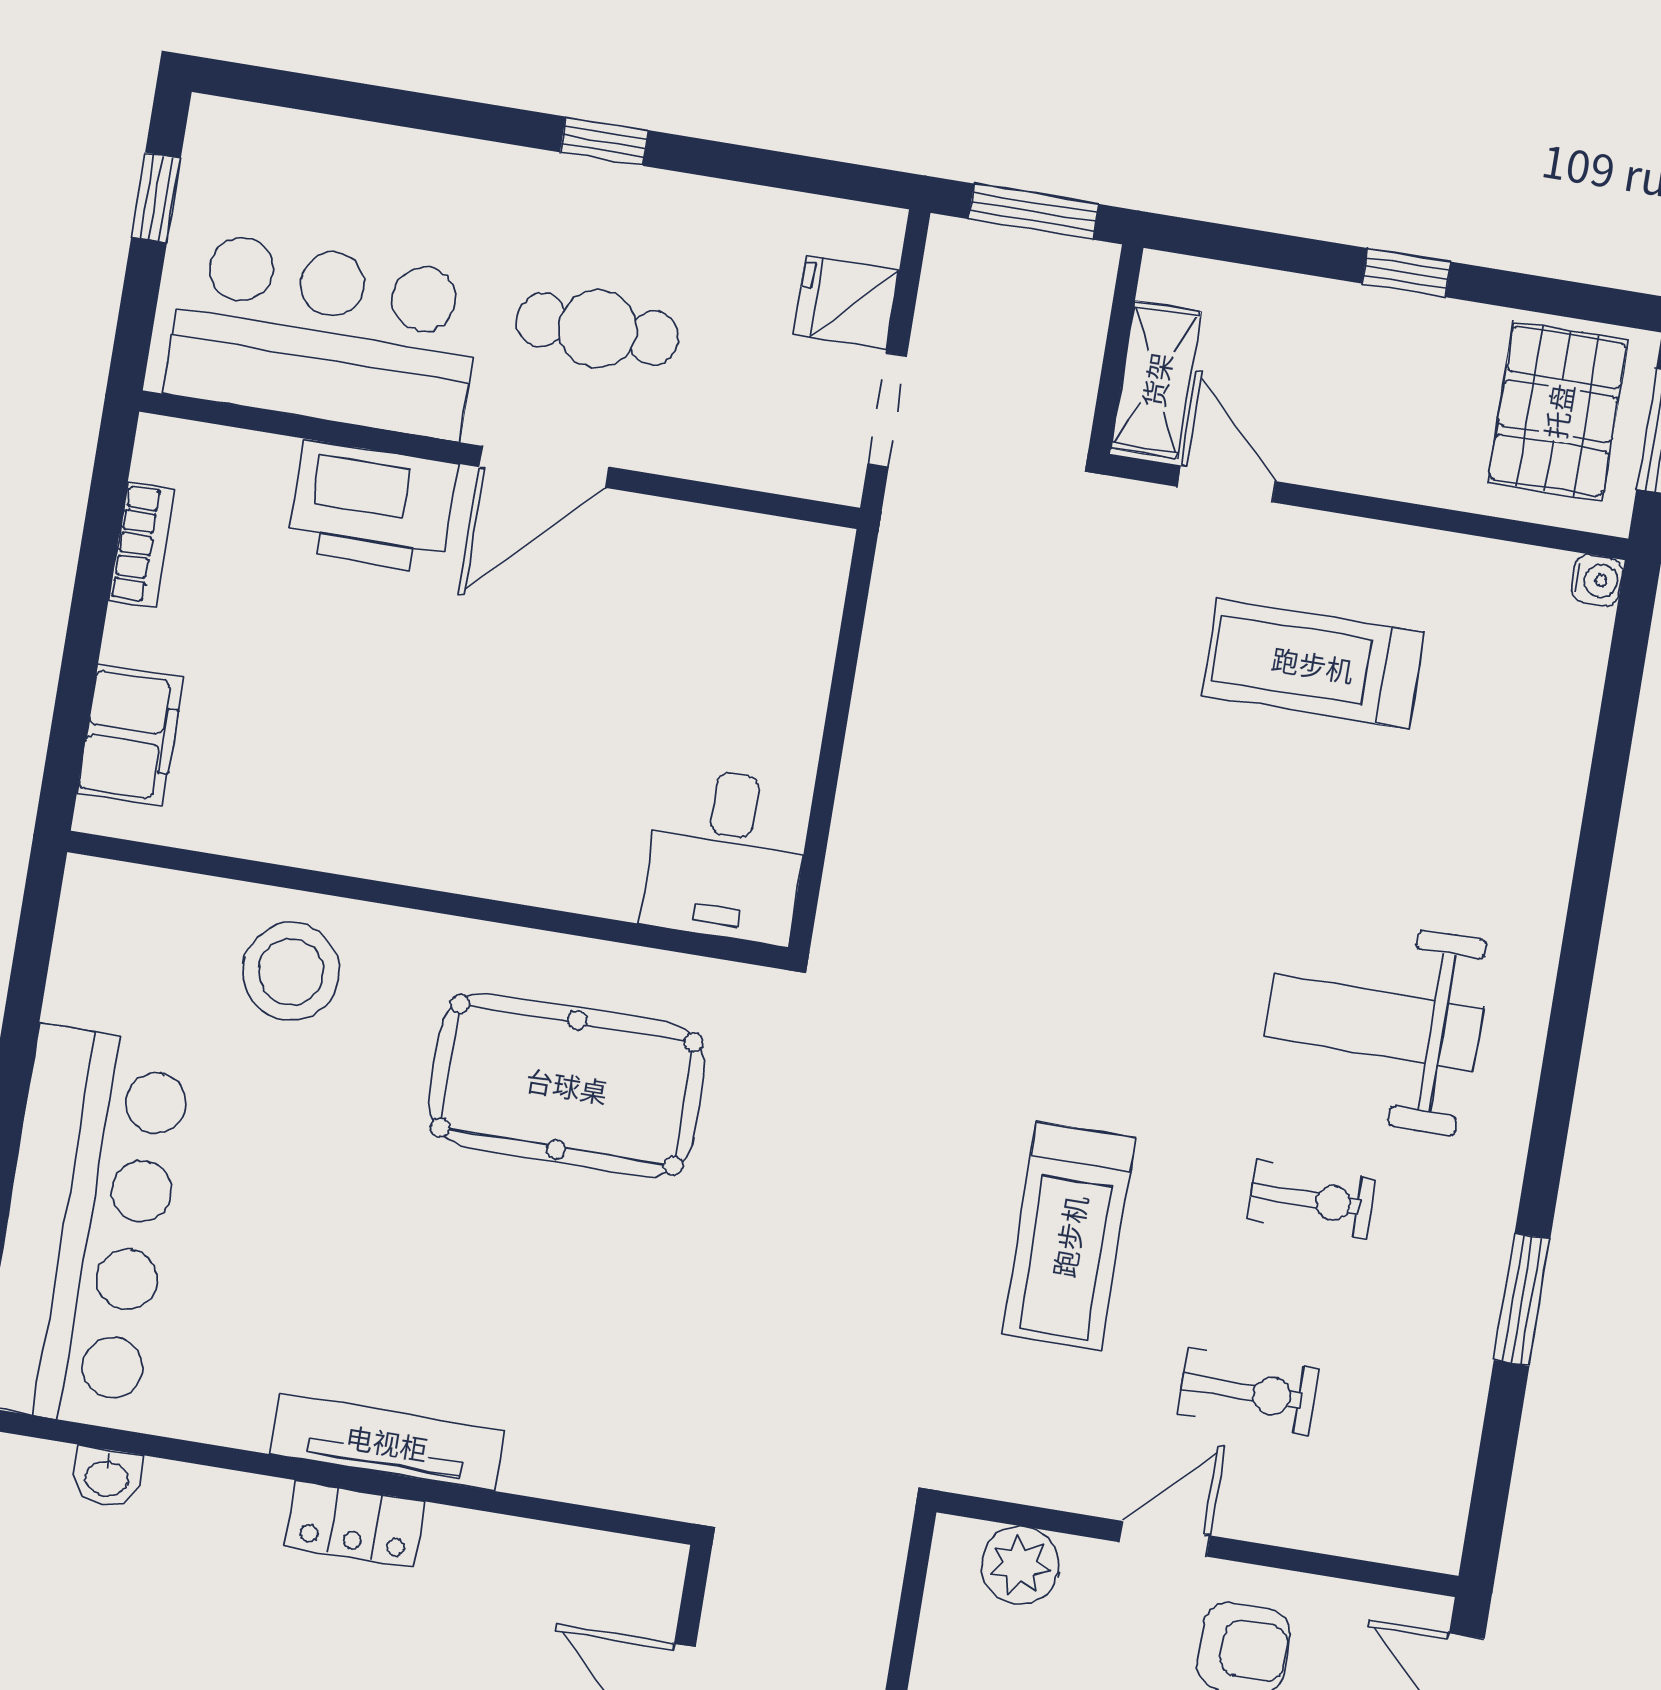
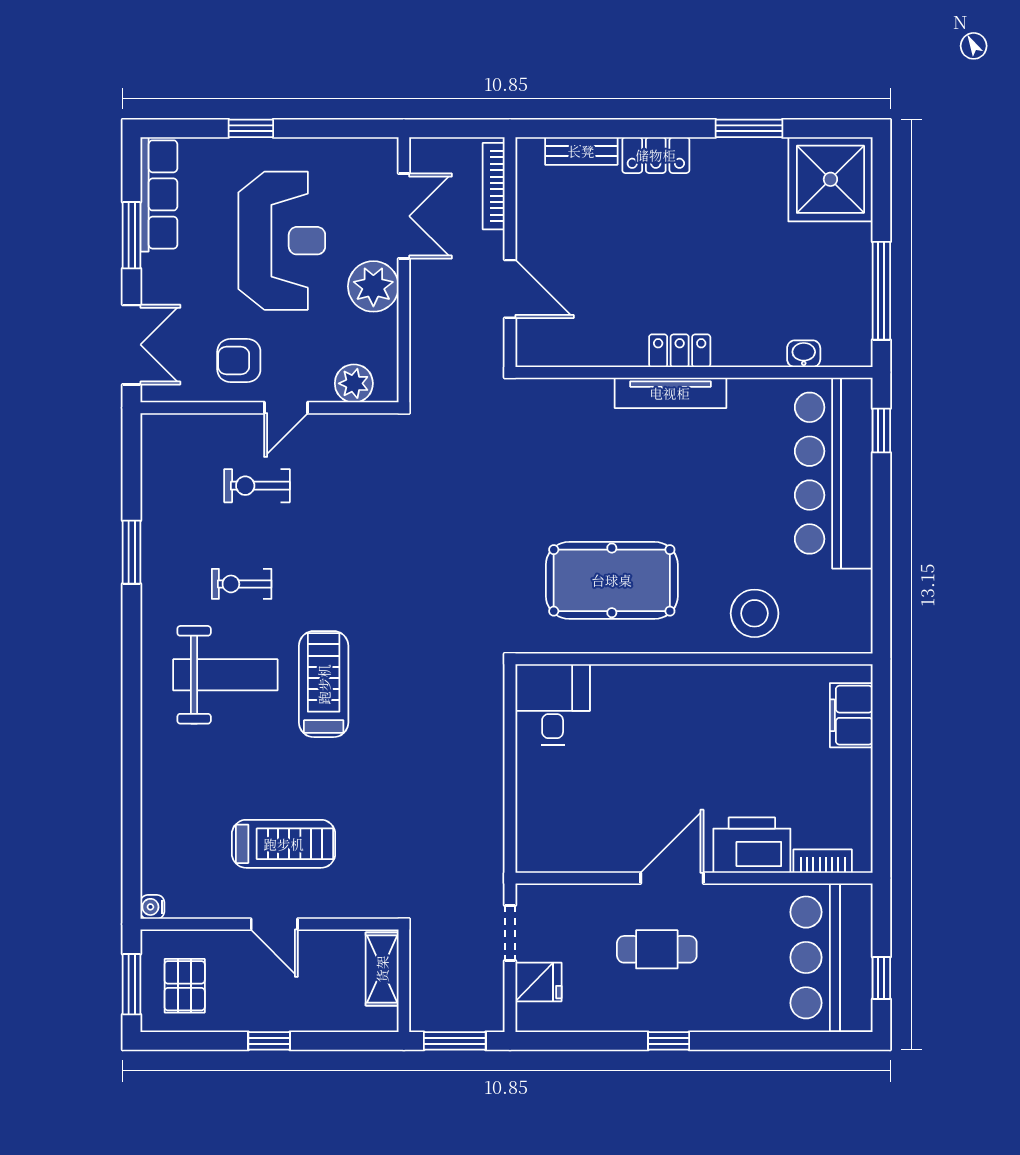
bar counter: (324, 335) -> (831, 957), moved, turned 90
pallet: (1558, 411) -> (185, 986), width x0.67, depth x0.71
door: (1227, 484) -> (274, 924), moved
bookcase: (142, 545) -> (823, 861), moved, turned 90
treadmill: (1069, 1236) -> (324, 684), moved

